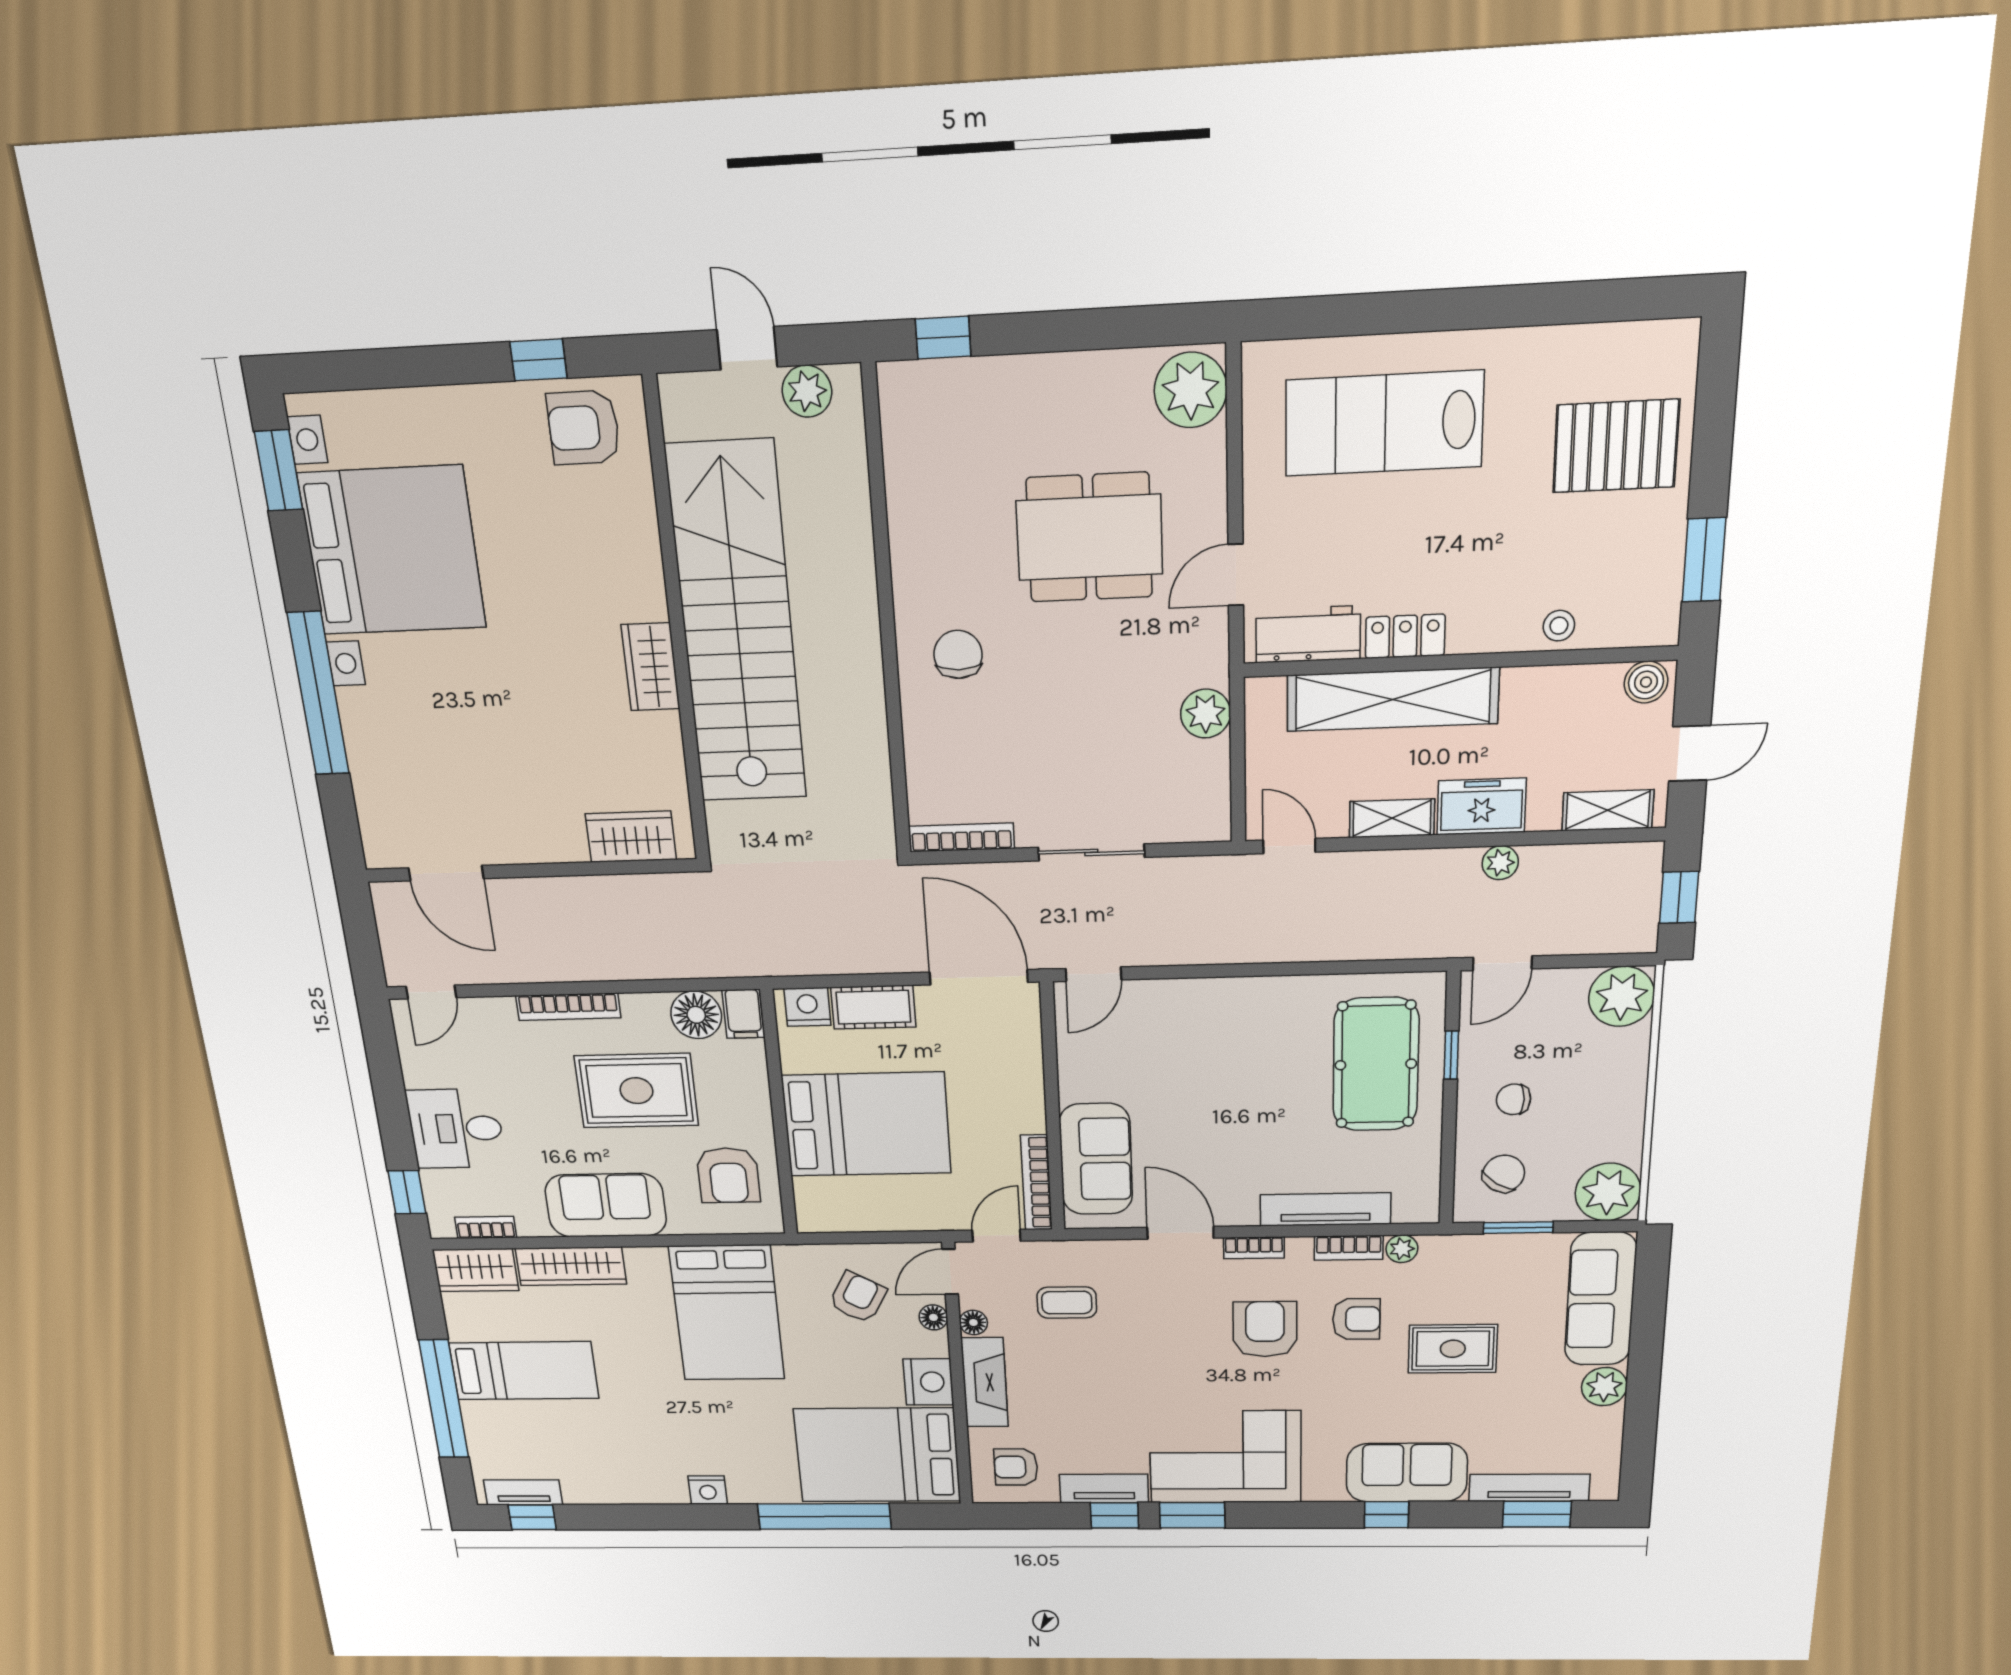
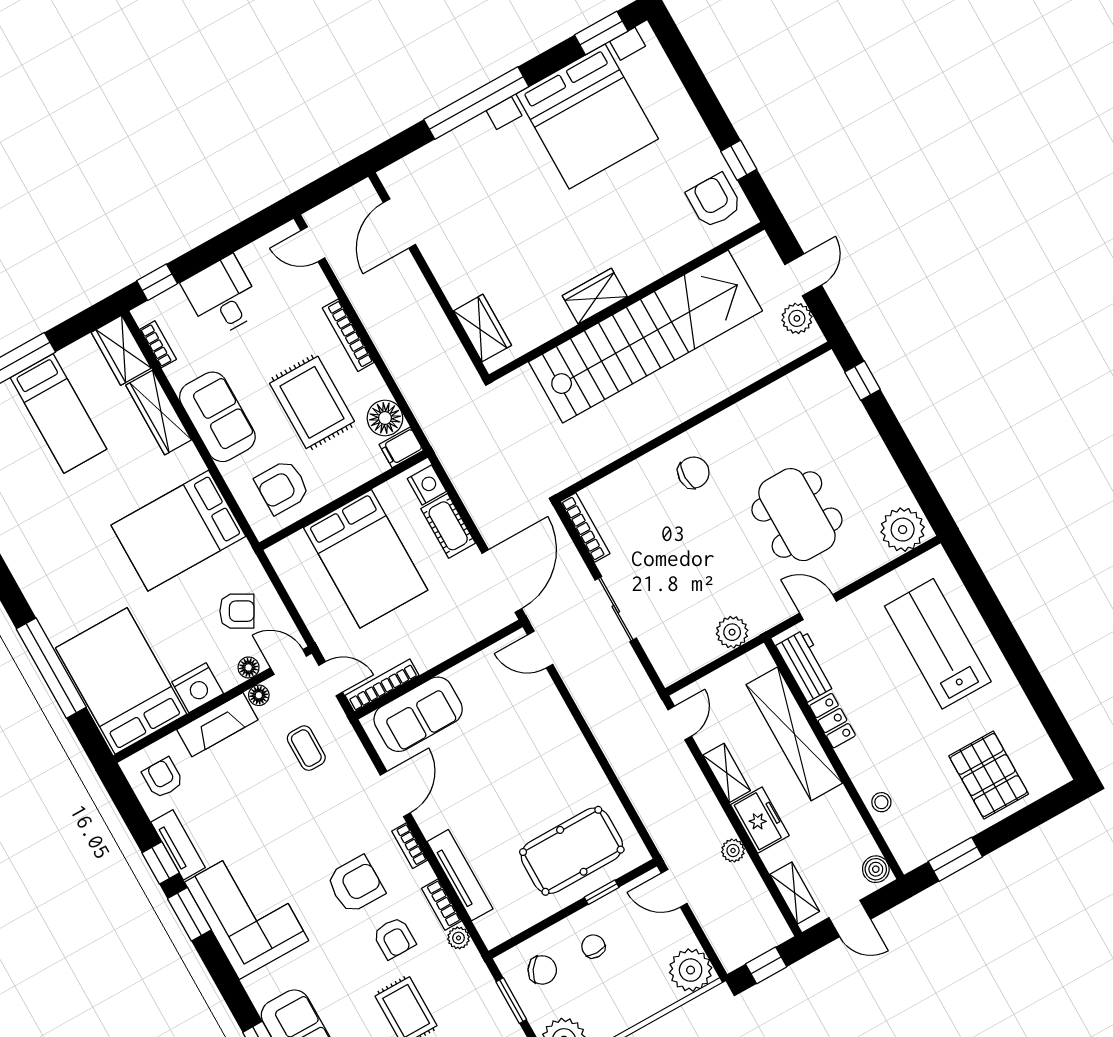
nightstand: (708, 1490) -> (29, 579), removed

